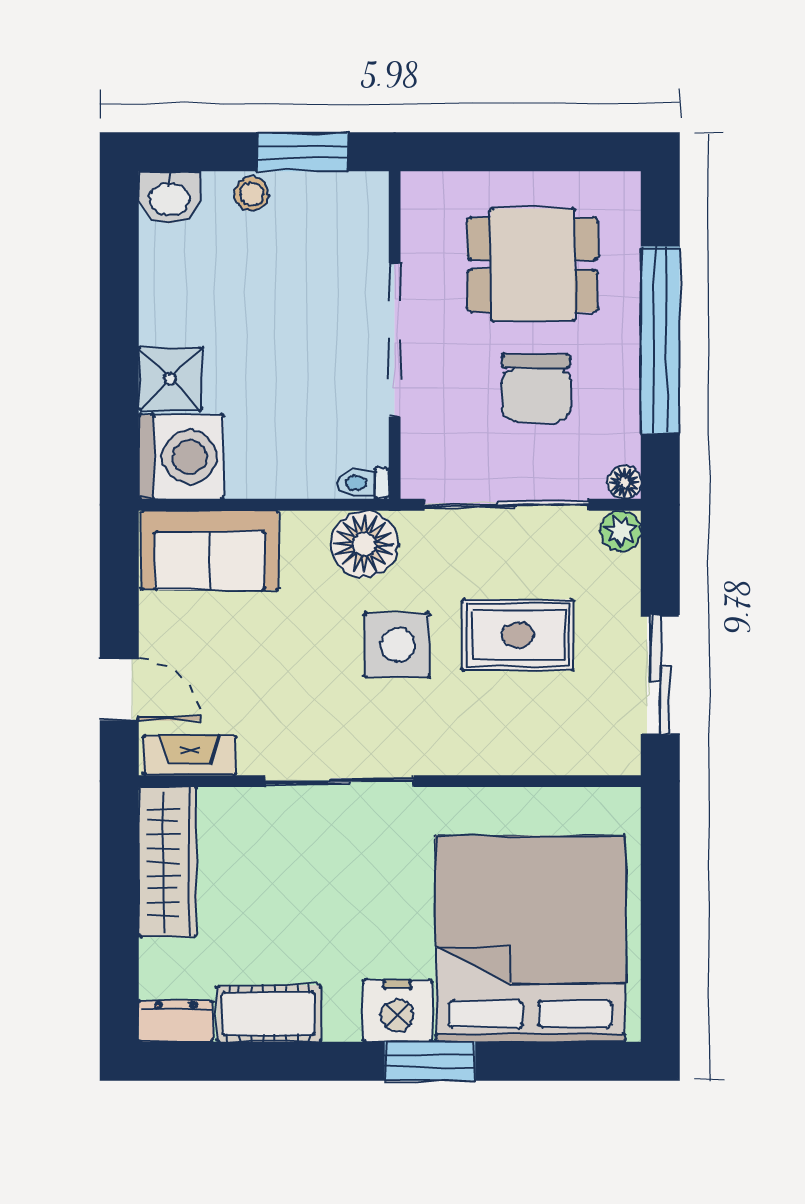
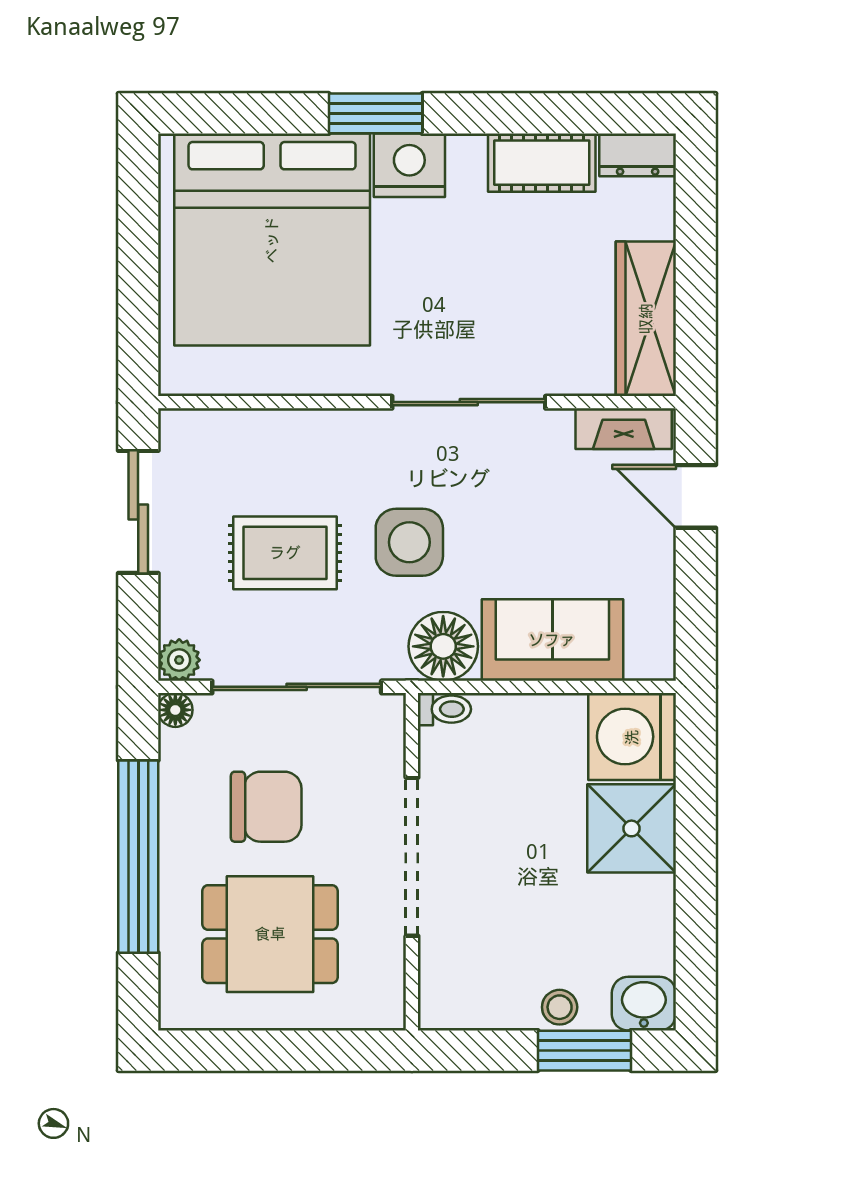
window: (302, 152) -> (584, 1051), moved
shower: (170, 379) -> (632, 828), width x1.36, depth x1.36
chair: (536, 388) -> (266, 807), turned 90
sofa: (210, 550) -> (552, 640), moved

